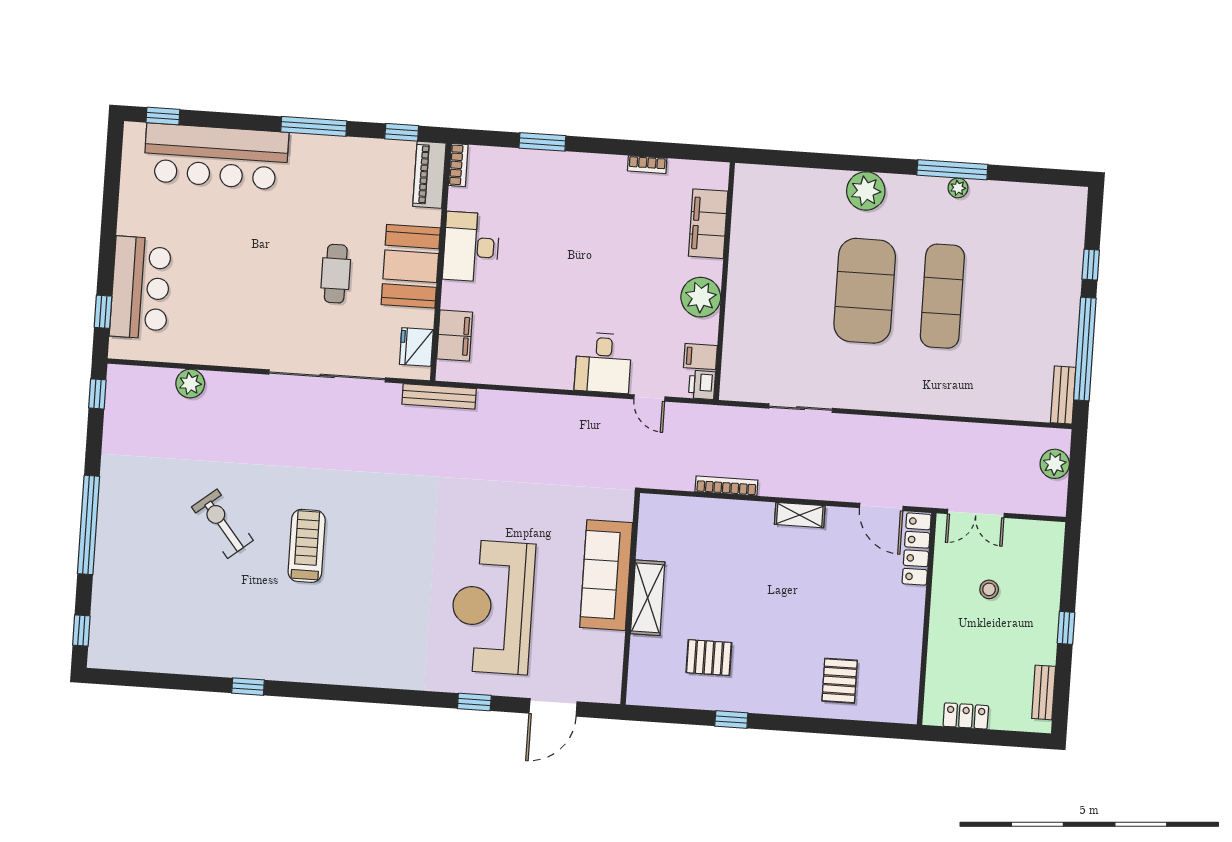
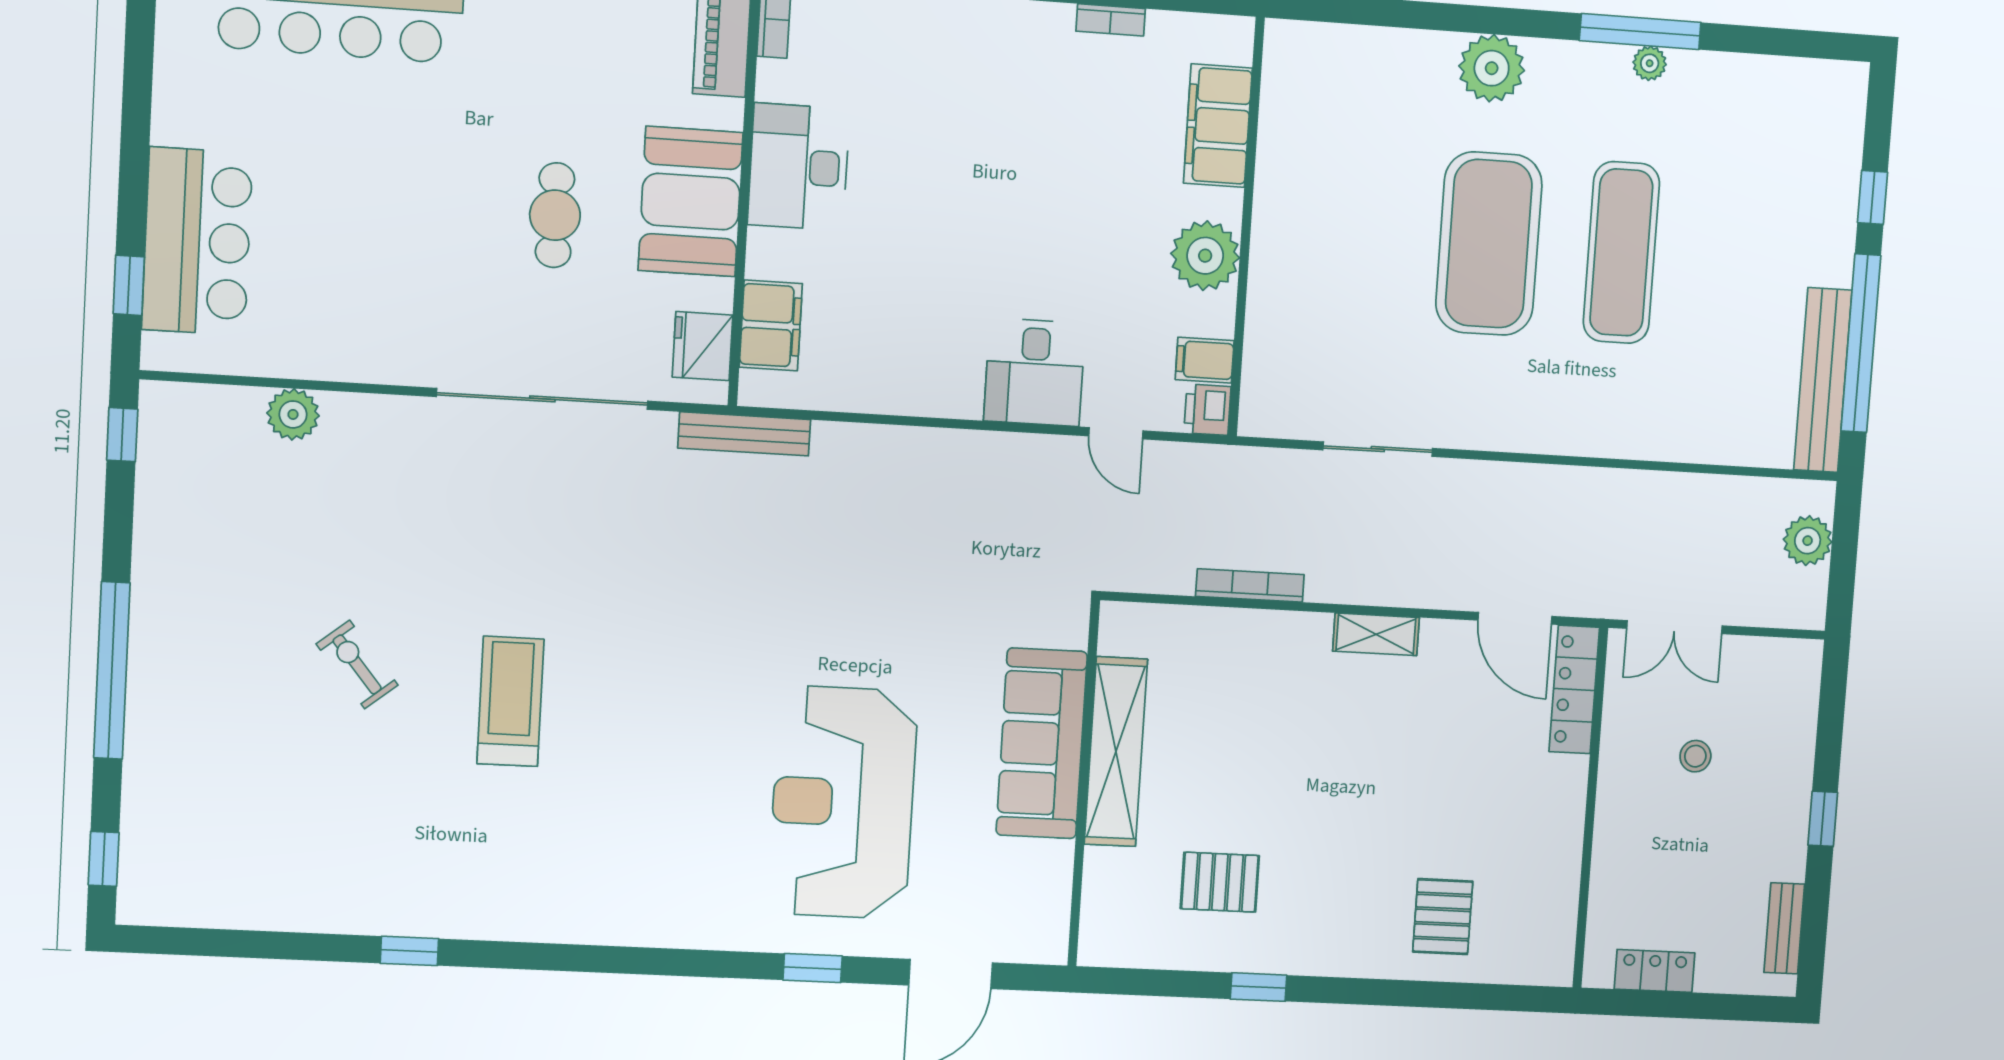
bench: (1063, 395) -> (1823, 380), width x1.86, depth x1.21
exercise bike: (222, 524) -> (357, 664), width x0.73, depth x0.72
shelving: (648, 598) -> (1116, 752), width x1.47

